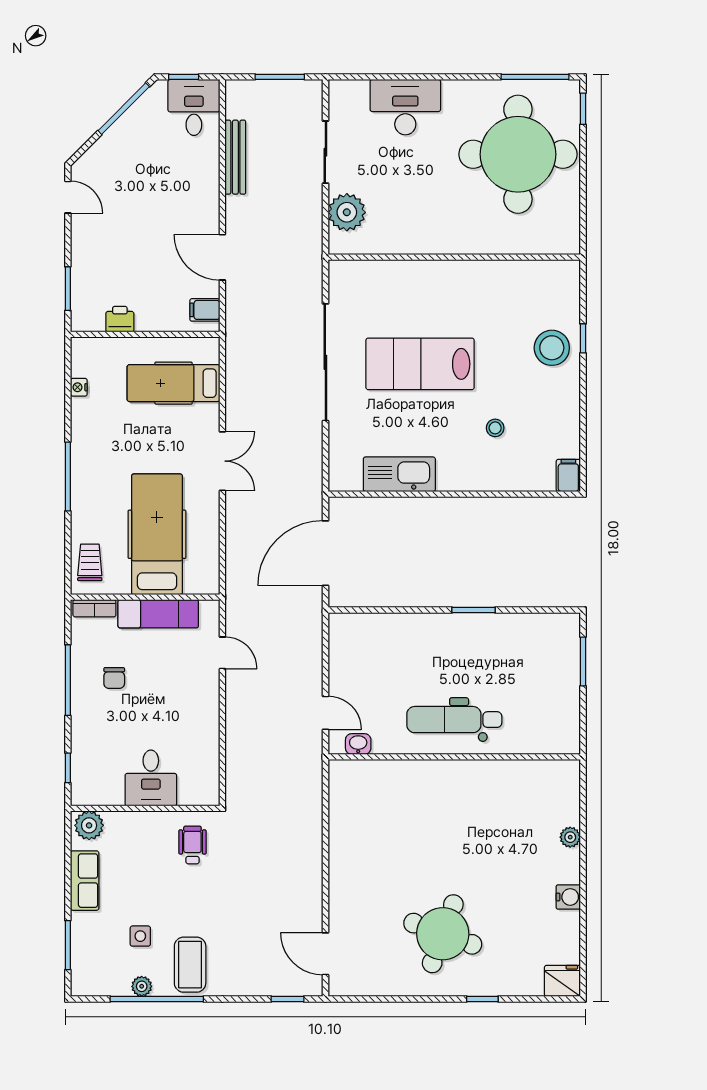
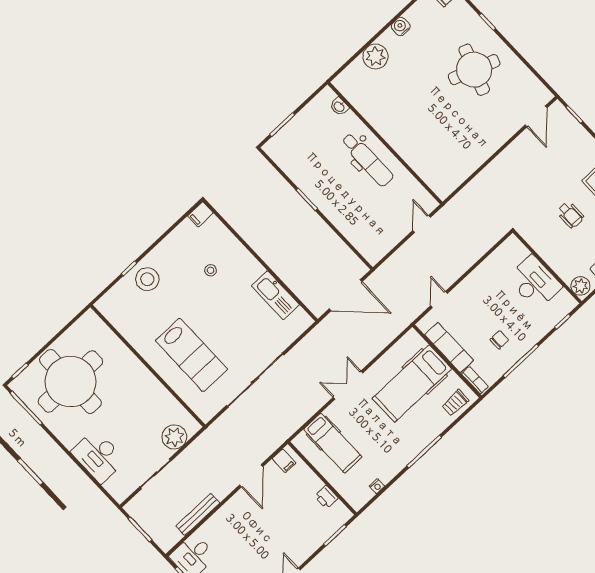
lab bench: (420, 364) -> (192, 355), moved
washbasin: (358, 744) -> (339, 107), moved
desk: (151, 778) -> (535, 282), width x1.37
plant: (570, 837) -> (375, 56), width x1.87, depth x1.87
wheelchair: (192, 845) -> (570, 215), moved, turned -90

